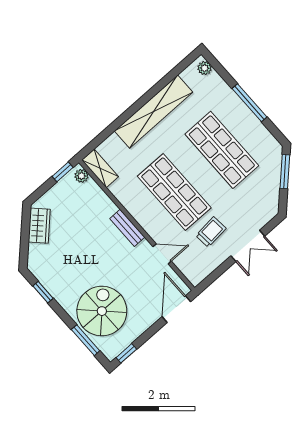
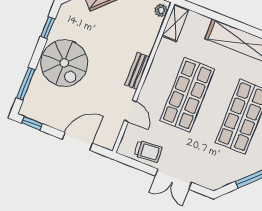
trolley: (211, 232) -> (148, 151), moved
door: (176, 309) -> (77, 141), moved
spiral stairs: (102, 311) -> (64, 63), moved, turned 90

